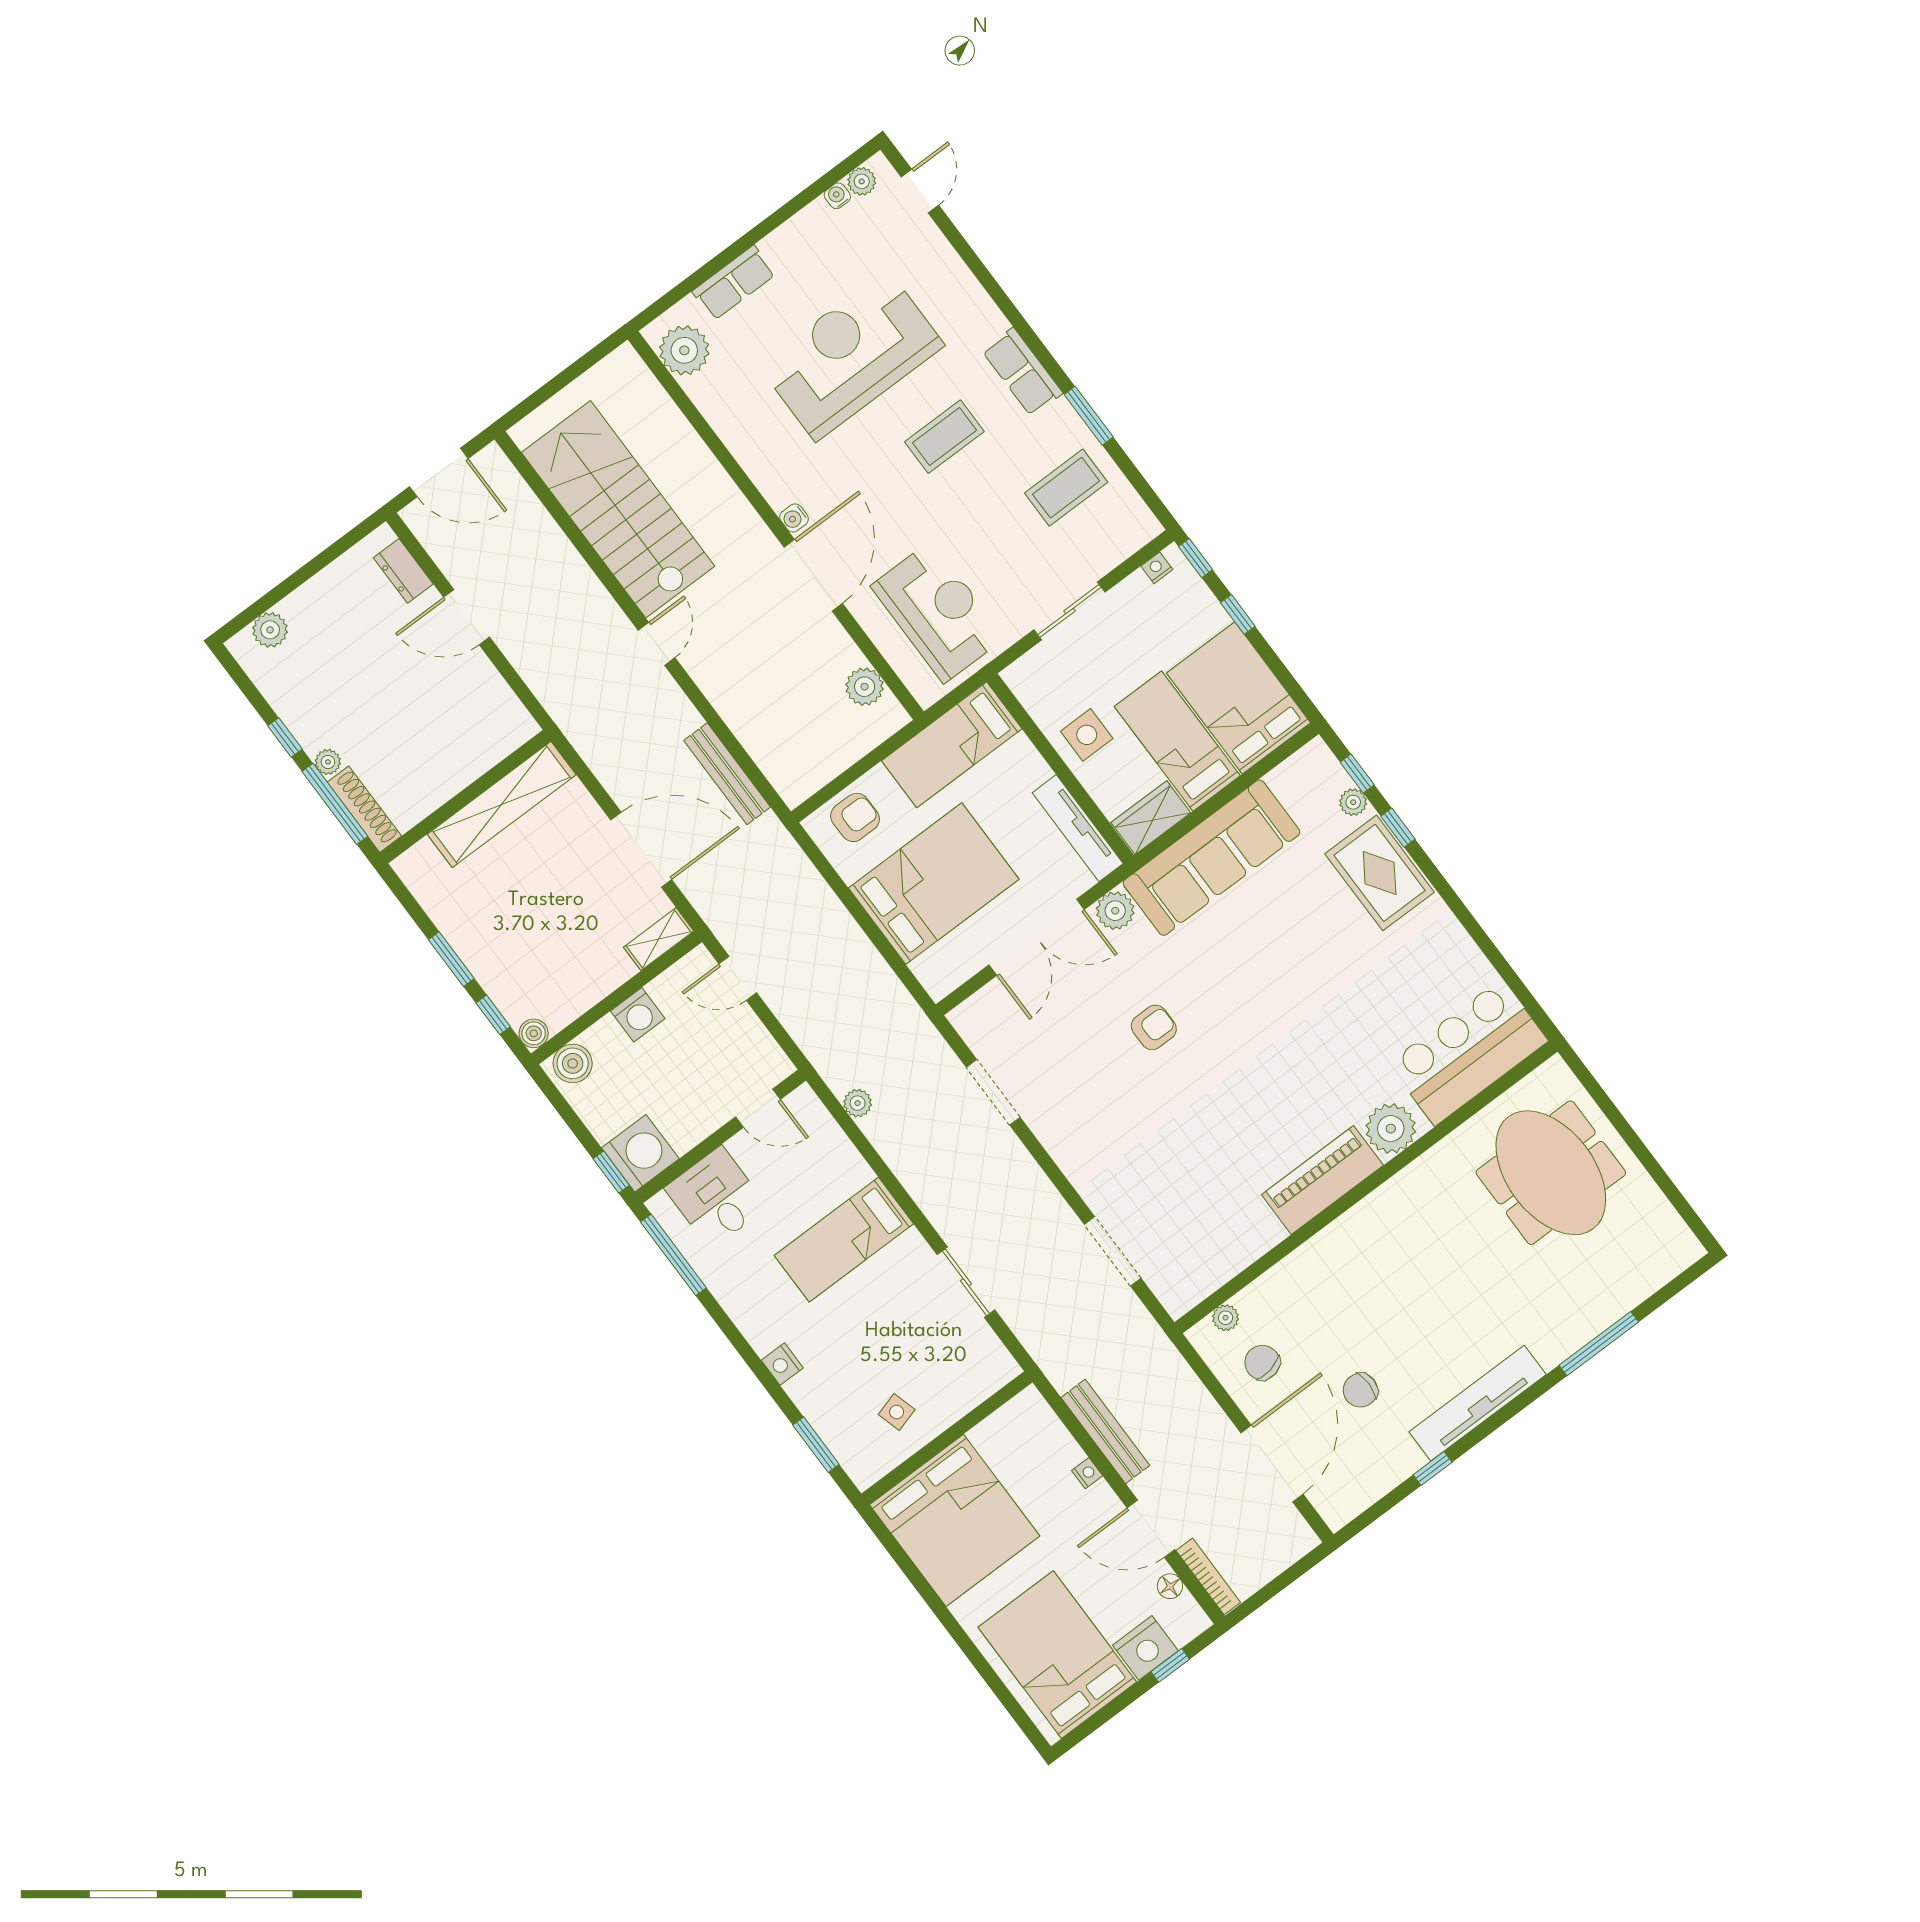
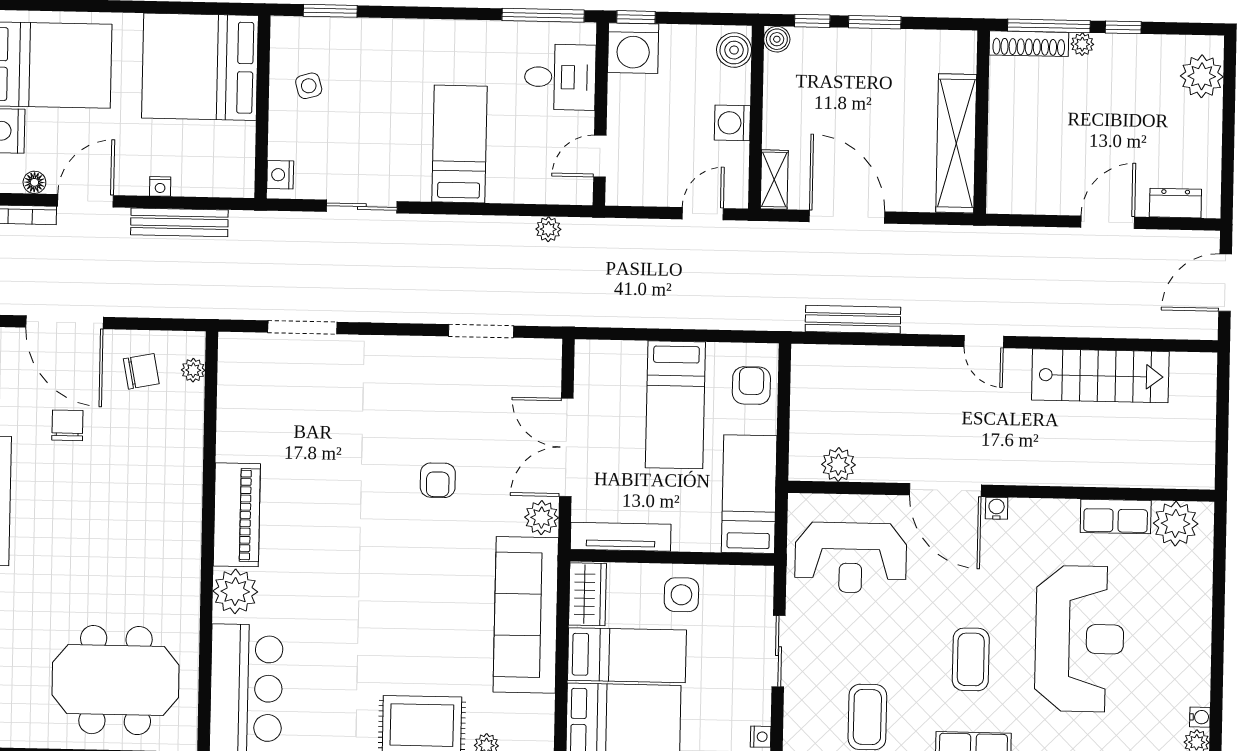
row of seats: (734, 283) -> (1116, 517), moved, turned -90
stairs: (618, 509) -> (1100, 376), width x0.73, depth x0.66
plant: (270, 630) -> (1202, 76), width x1.36, depth x1.36
armchair: (855, 817) -> (751, 385), turned 180
door: (641, 850) -> (847, 217), swing flipped
bed: (934, 884) -> (675, 405), width x0.67
nightstand: (782, 1364) -> (280, 175), moved, turned -90

